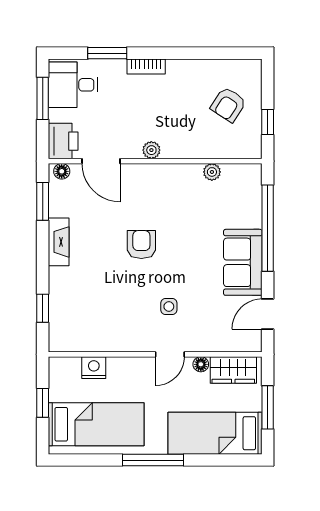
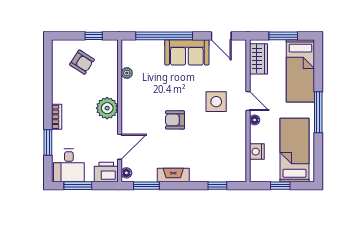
plant: (151, 150) -> (107, 108), width x1.87, depth x1.87
side table: (169, 306) -> (216, 102), width x1.87, depth x1.87
floor lamp: (201, 364) -> (255, 120), moved

